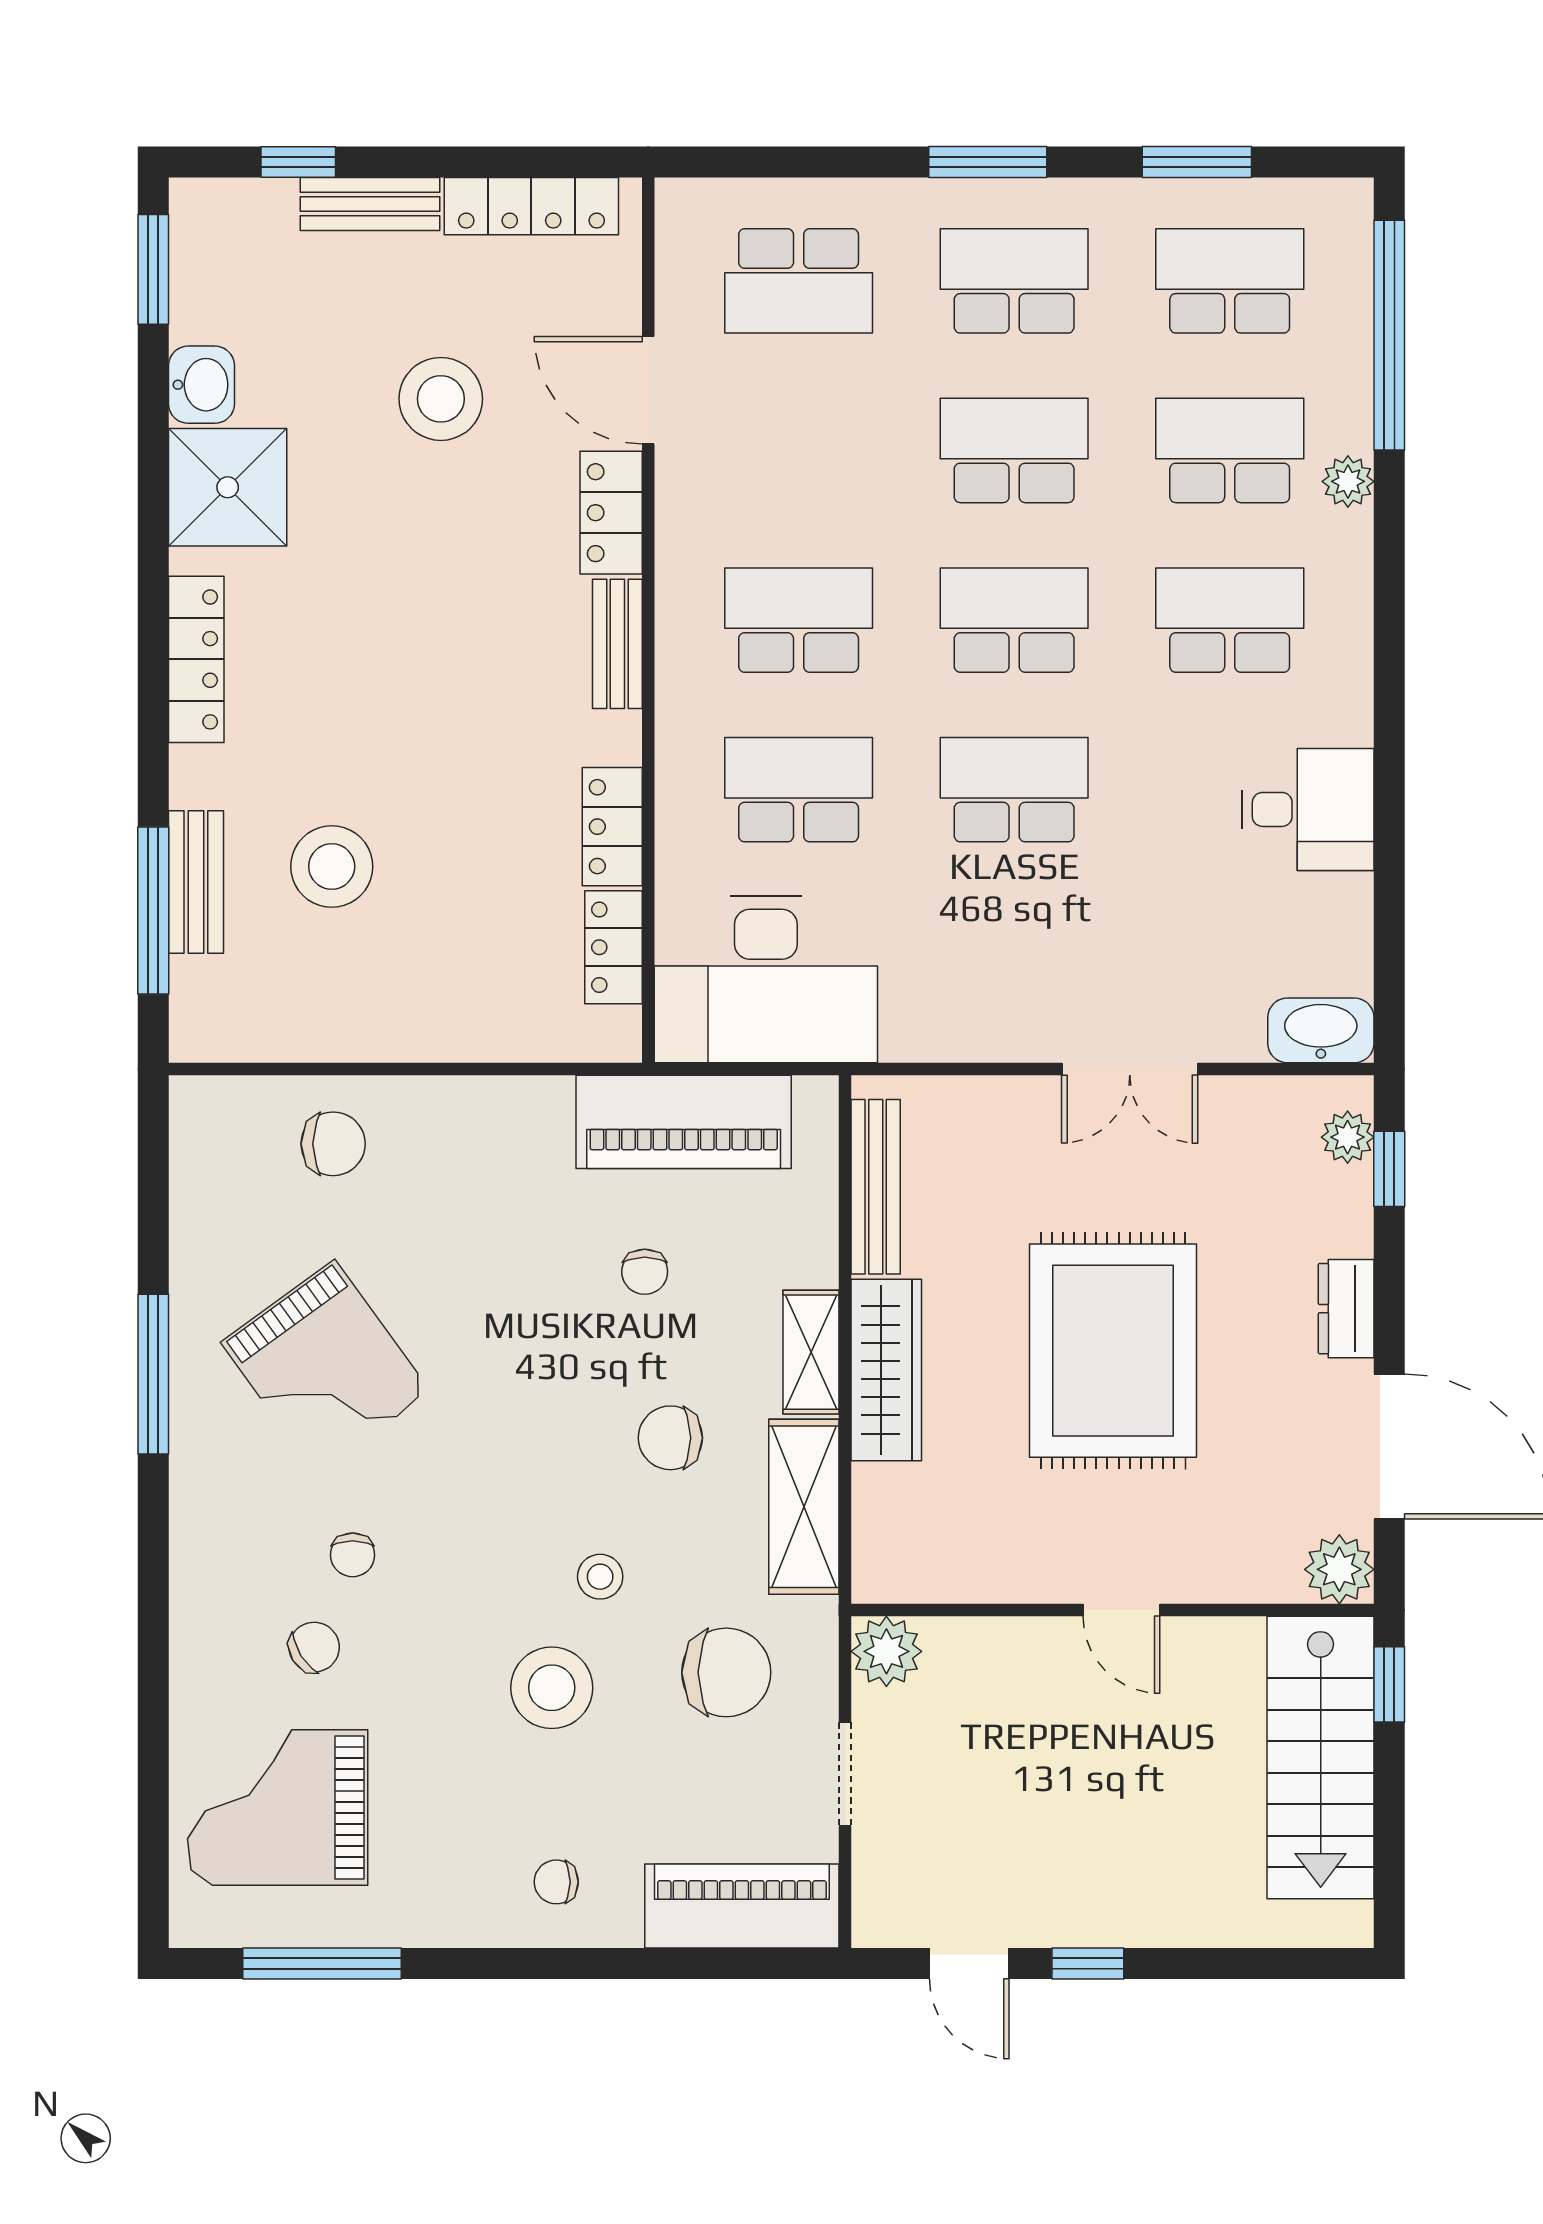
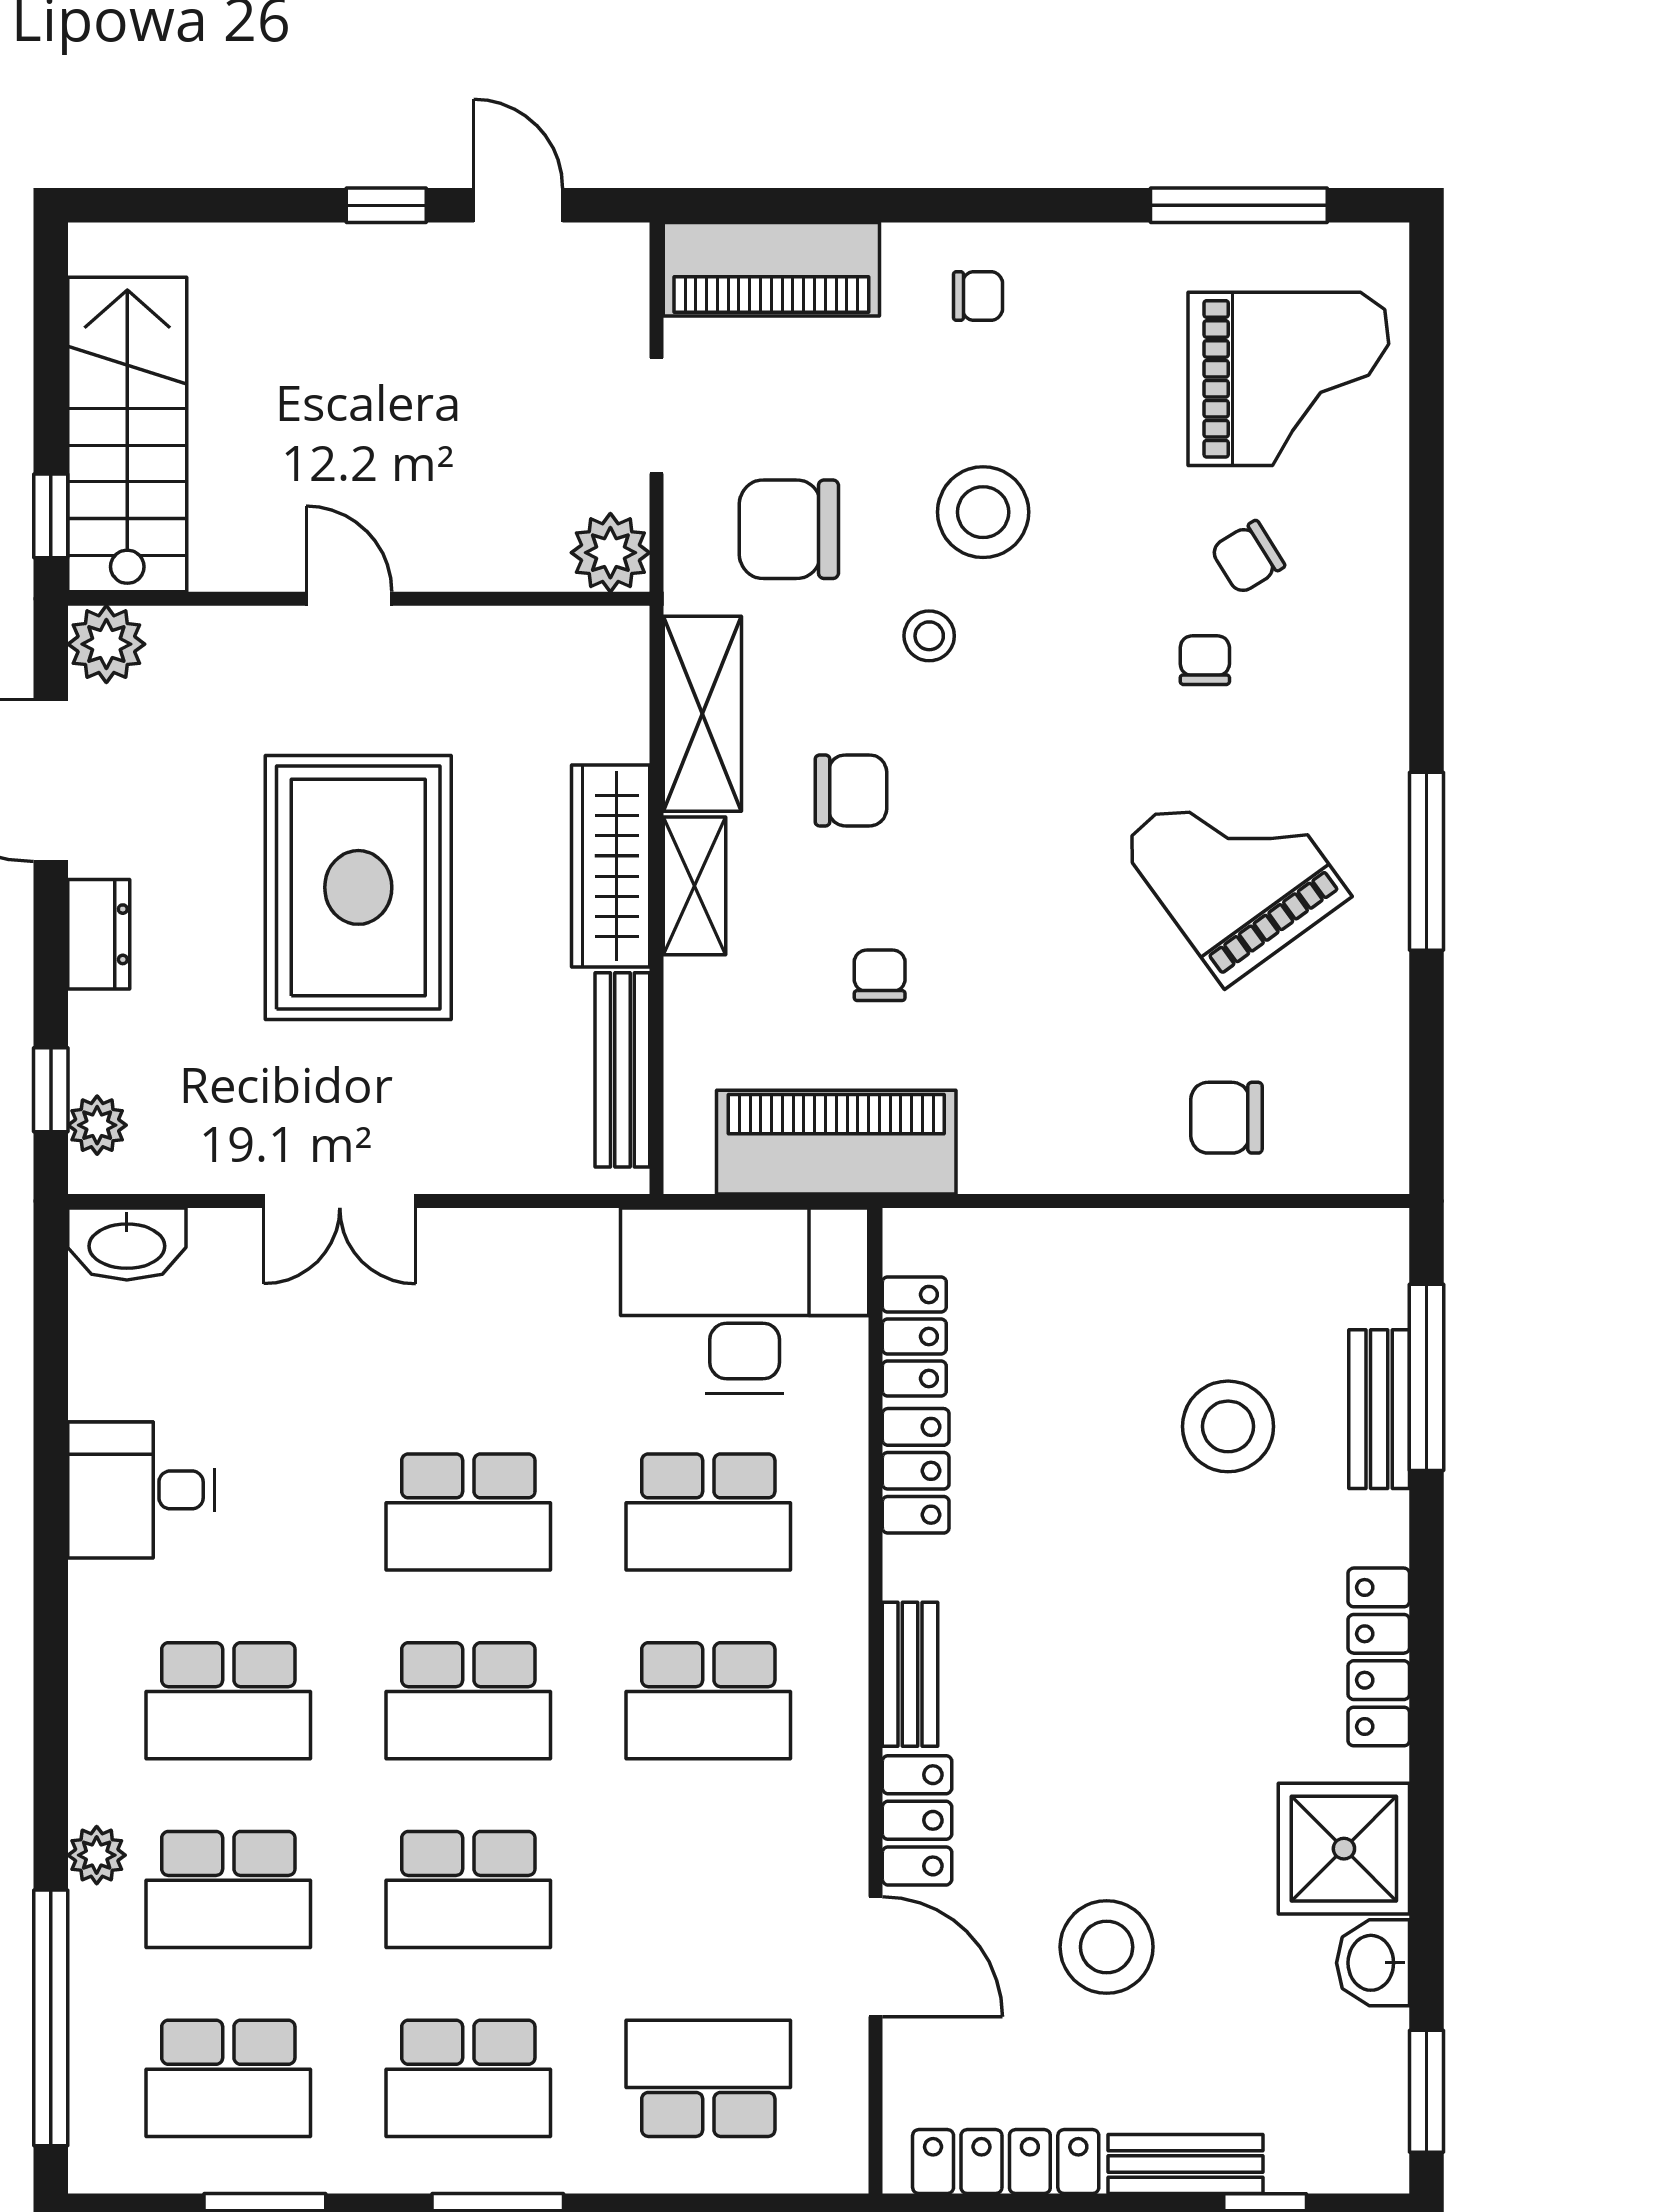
double door: (1130, 1069) -> (340, 1201), swing flipped

